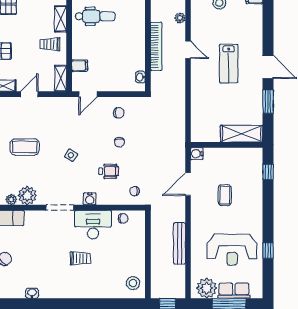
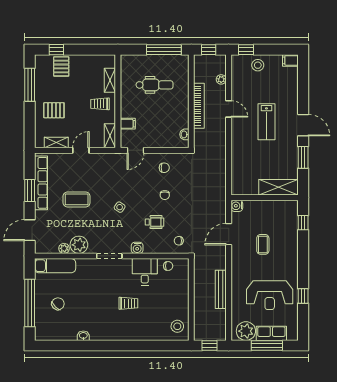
dental chair: (95, 16) -> (155, 85), moved
desk: (93, 225) -> (145, 272), width x0.73

